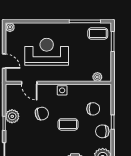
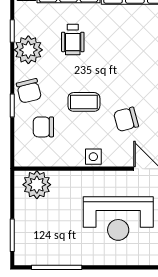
coffee table: (98, 34) -> (36, 248), removed
plant: (97, 77) -> (37, 185), width x1.88, depth x1.88
chair: (102, 131) -> (29, 91), turned 76

